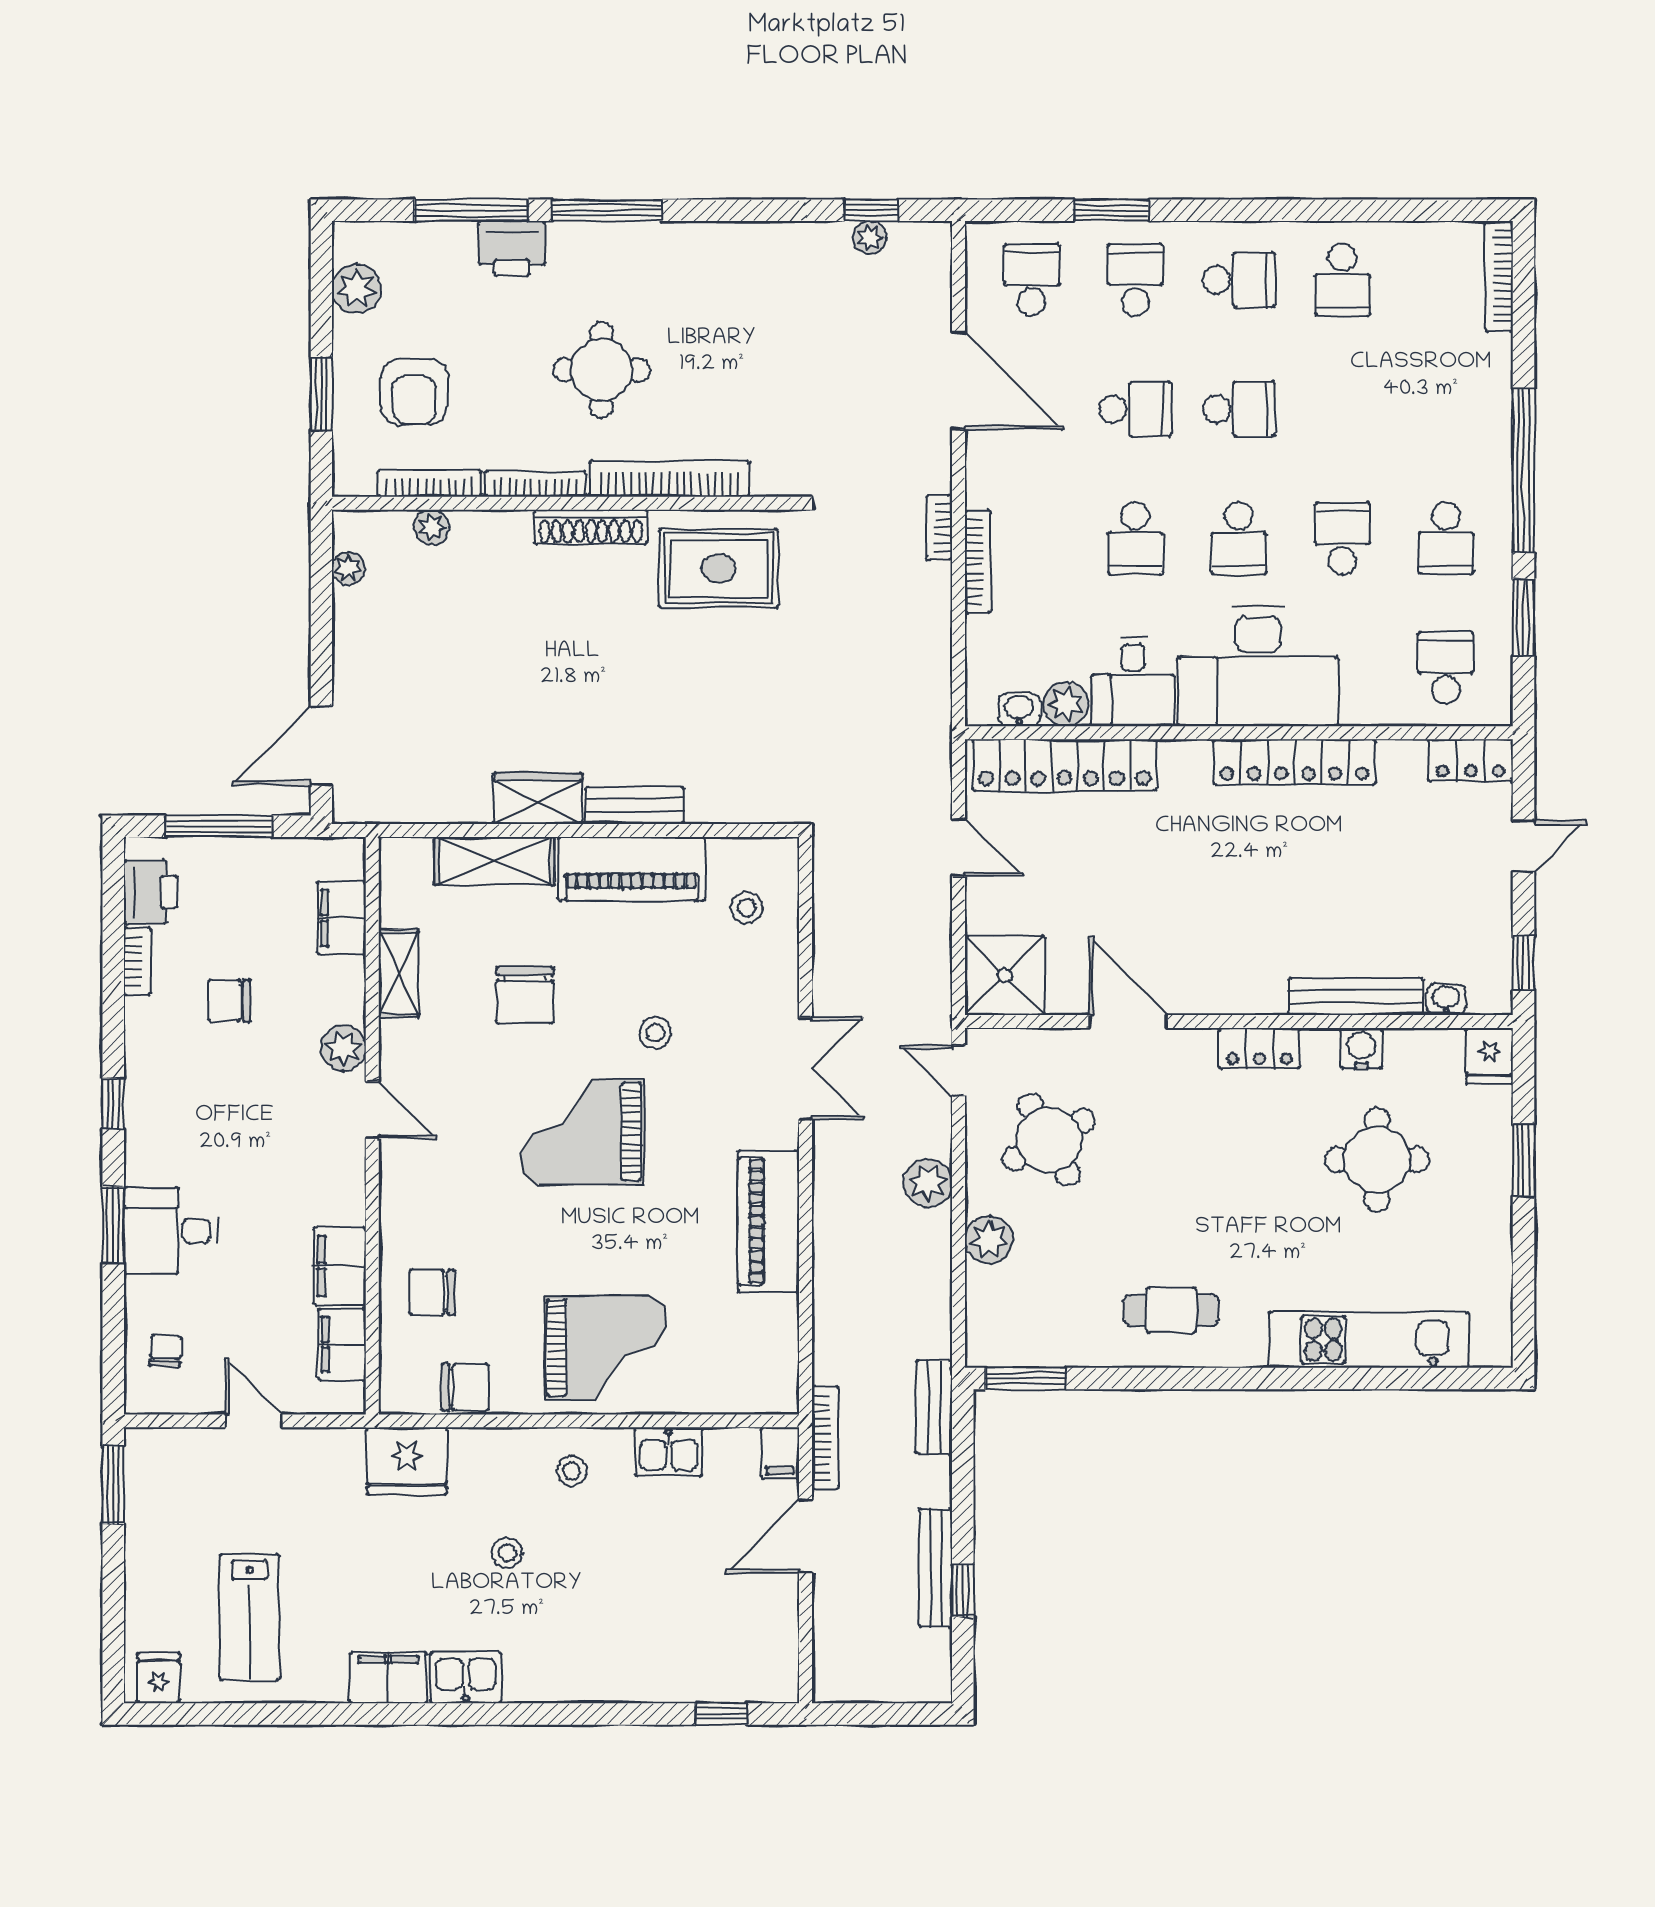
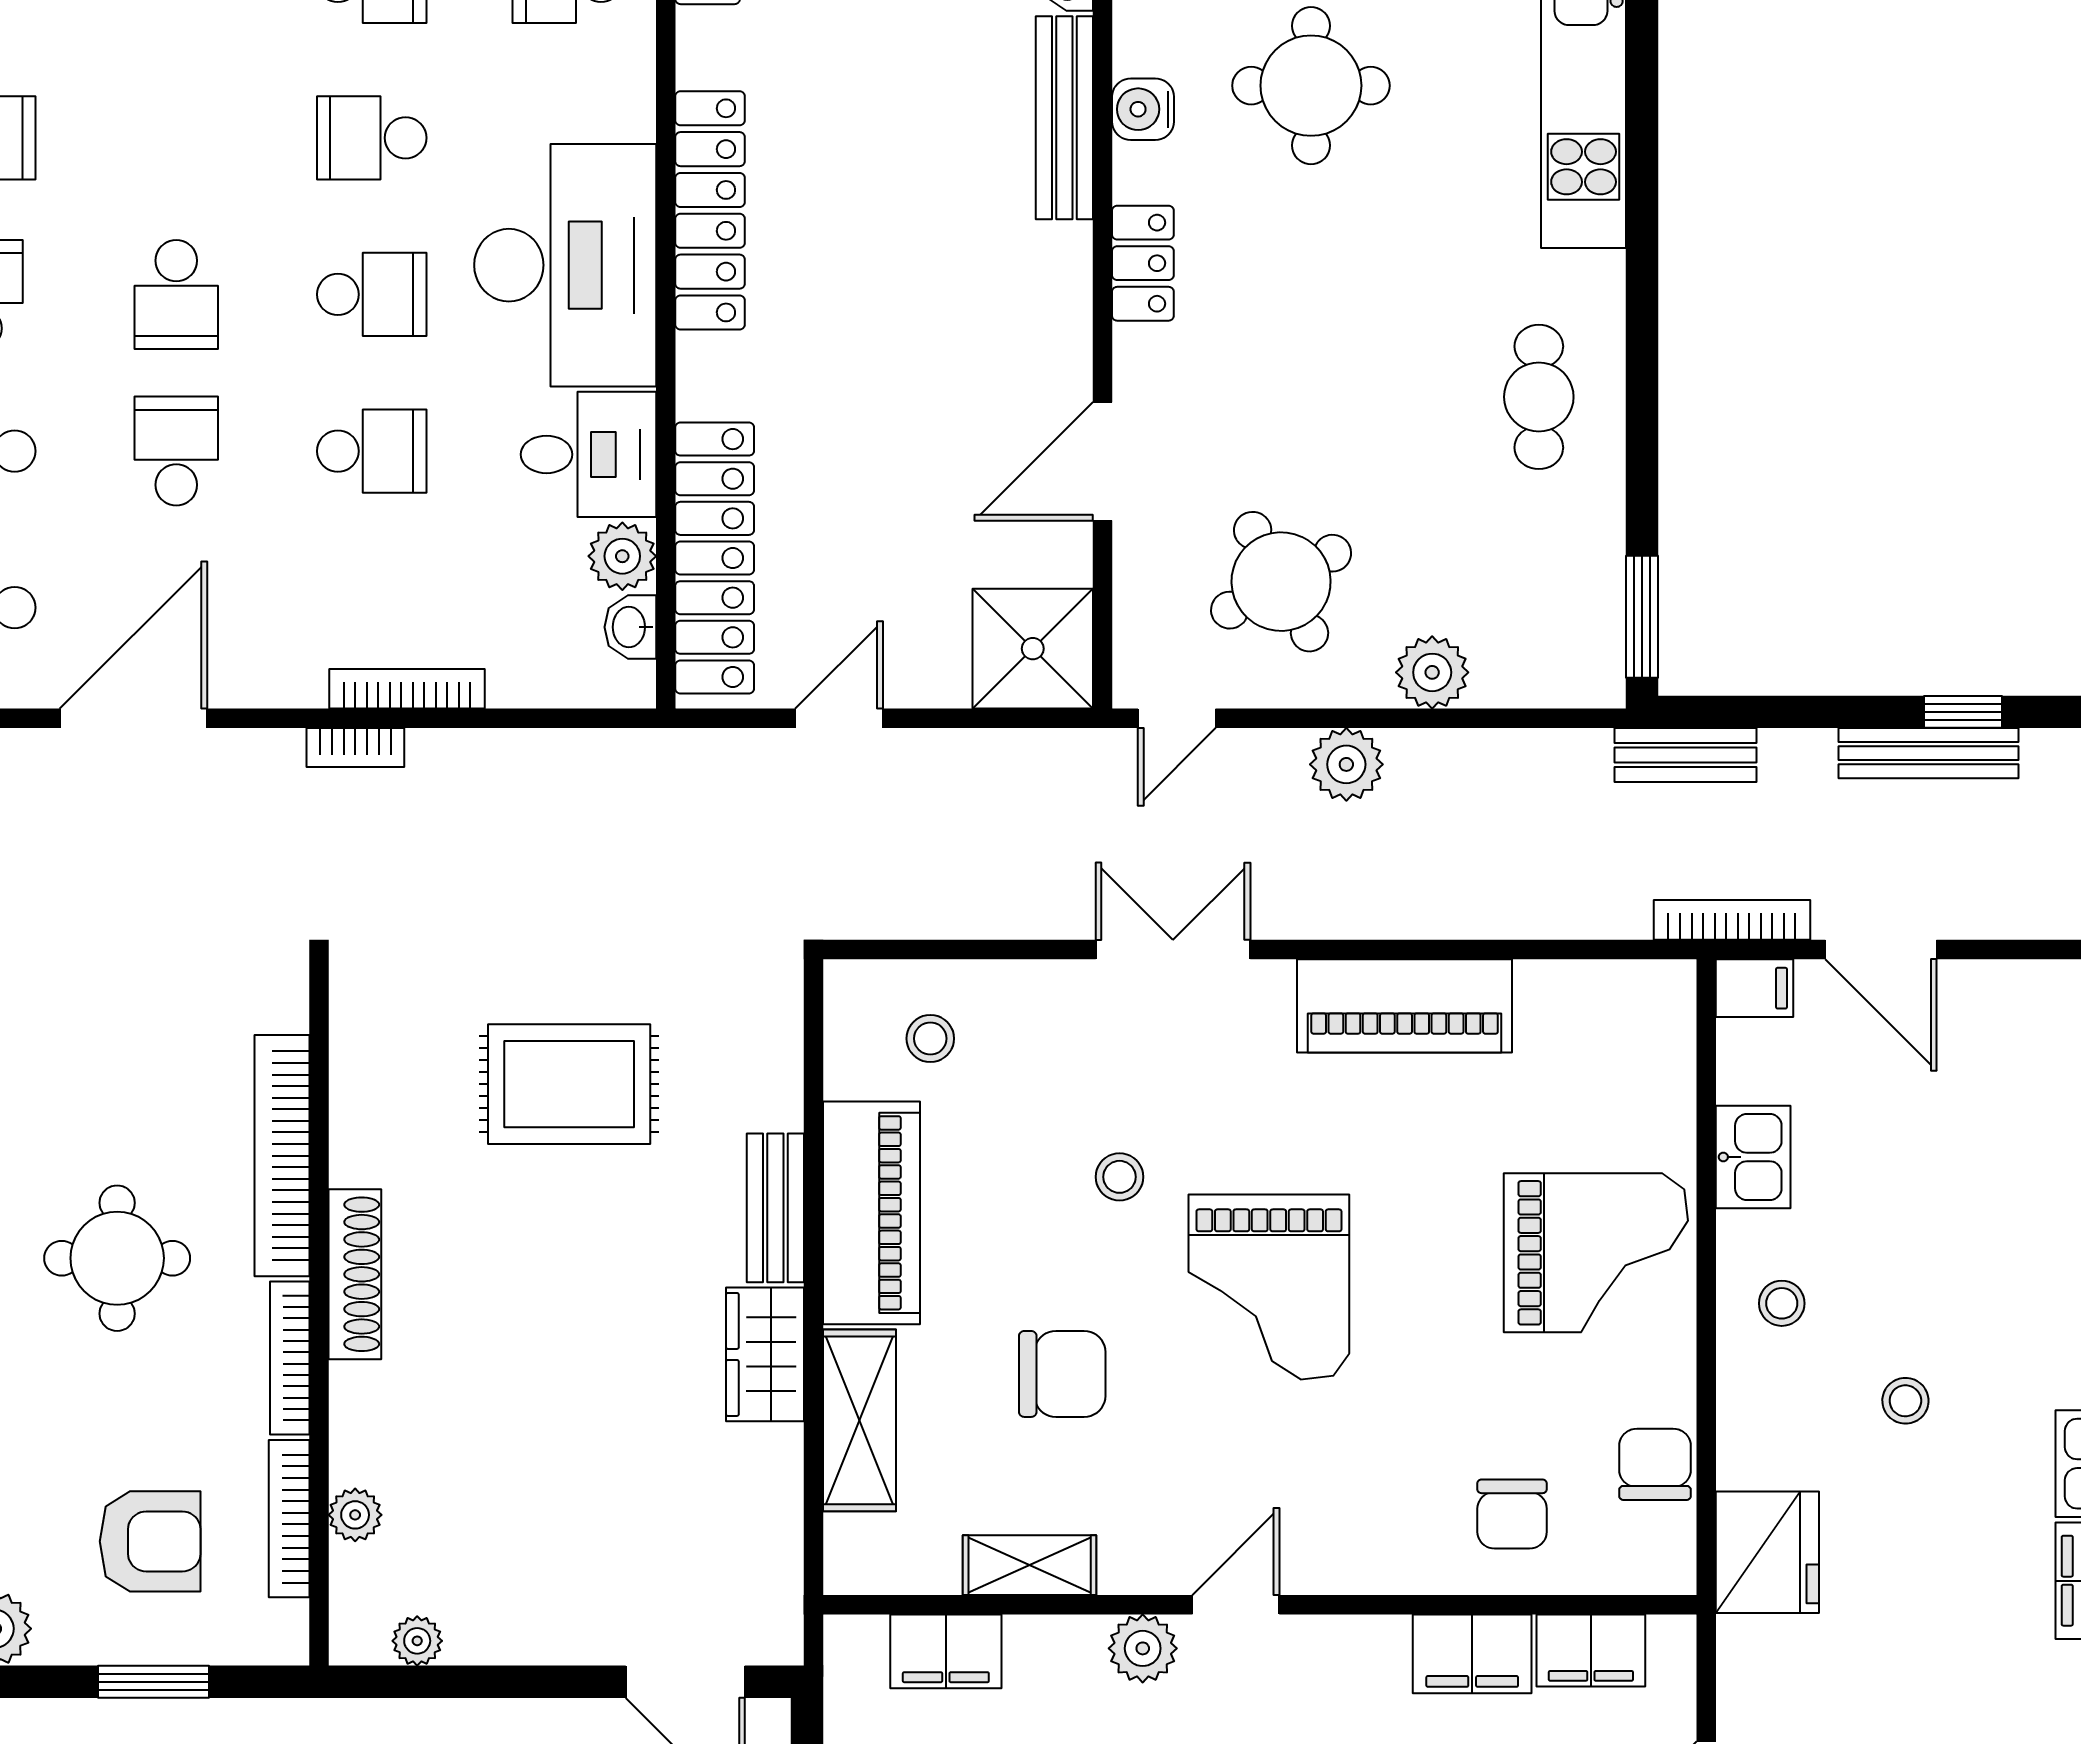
school desk: (1239, 409) -> (176, 294), turned 180
rug: (718, 568) -> (569, 1084), moved, turned 90
grand piano: (605, 1348) -> (1596, 1253), turned 90

